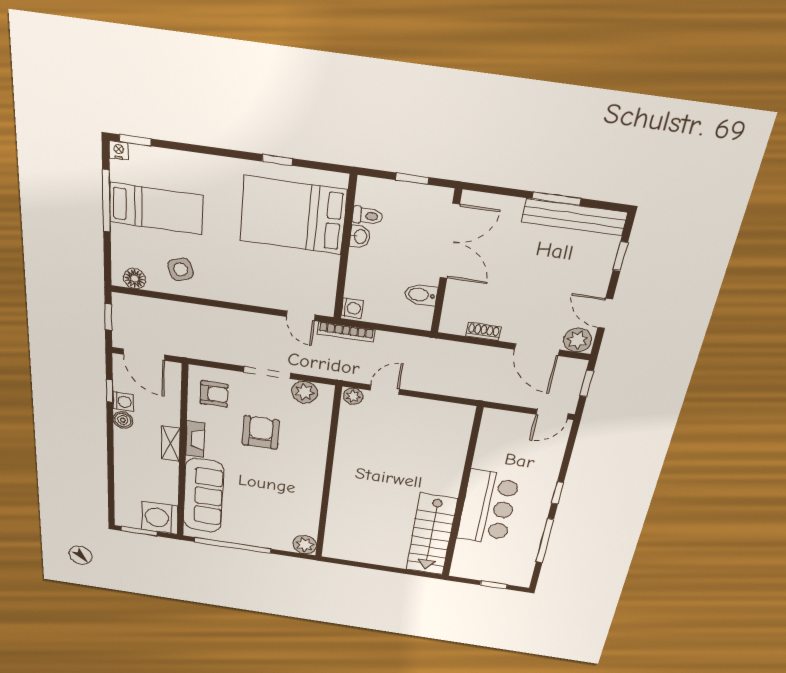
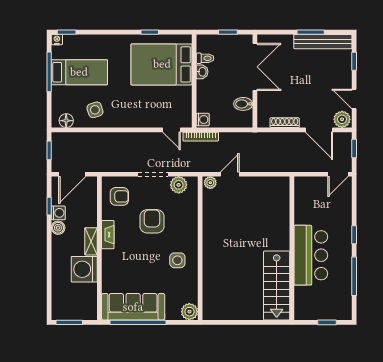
shoe rack: (483, 332) -> (285, 123), width x1.43
door: (144, 355) -> (72, 174), hinge flipped
side table: (294, 485) -> (177, 260), added
sofa: (203, 496) -> (133, 307), moved, turned -90
washing machine: (160, 518) -> (84, 269), moved

